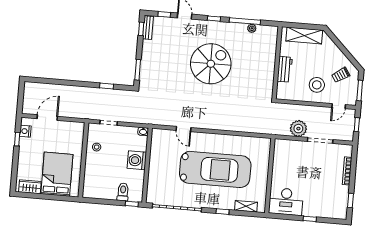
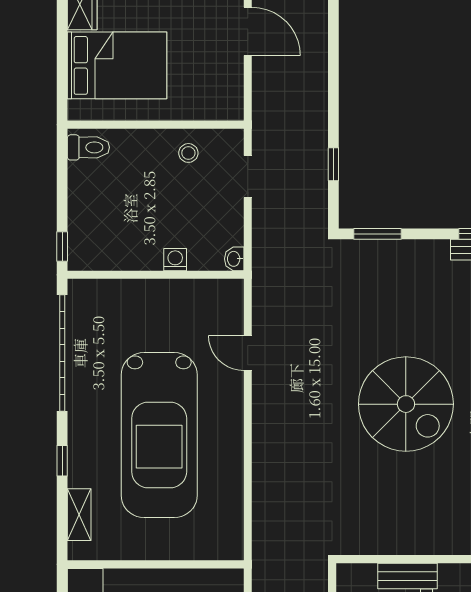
door: (184, 129) -> (248, 353), hinge flipped
washing machine: (137, 160) -> (175, 260), width x0.53, depth x0.53
toilet: (123, 192) -> (88, 147), moved

